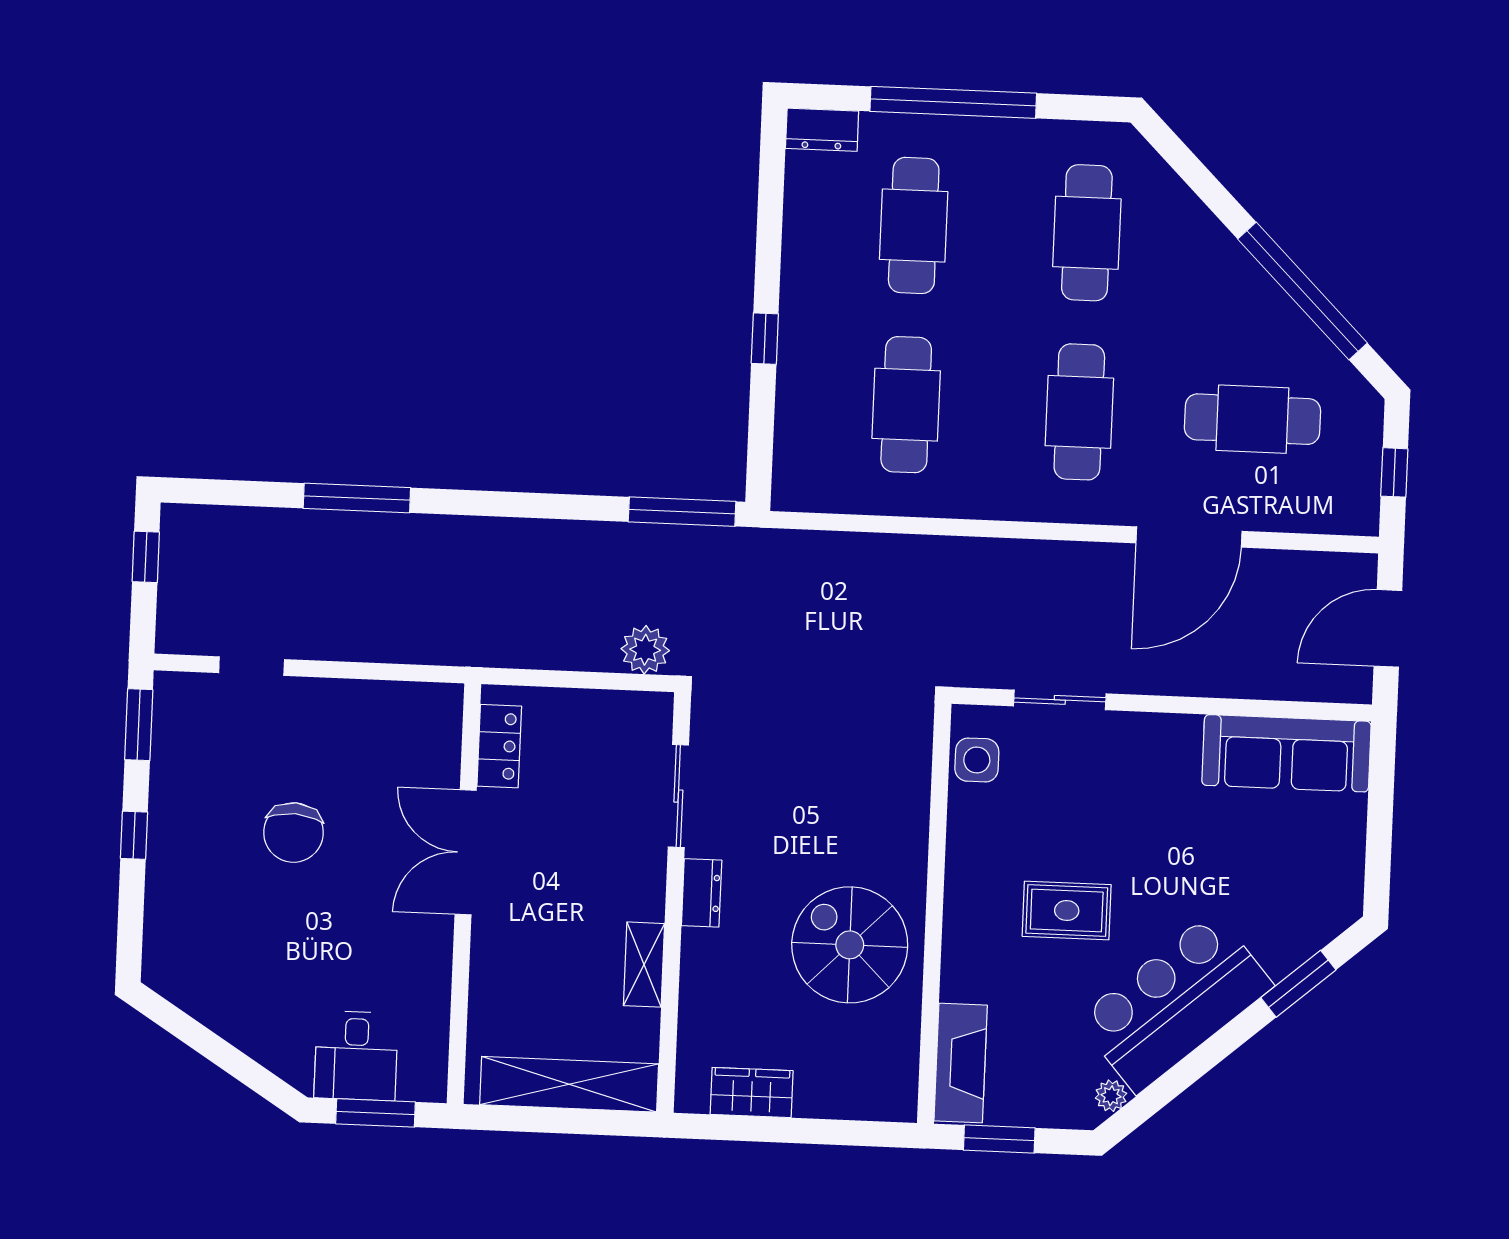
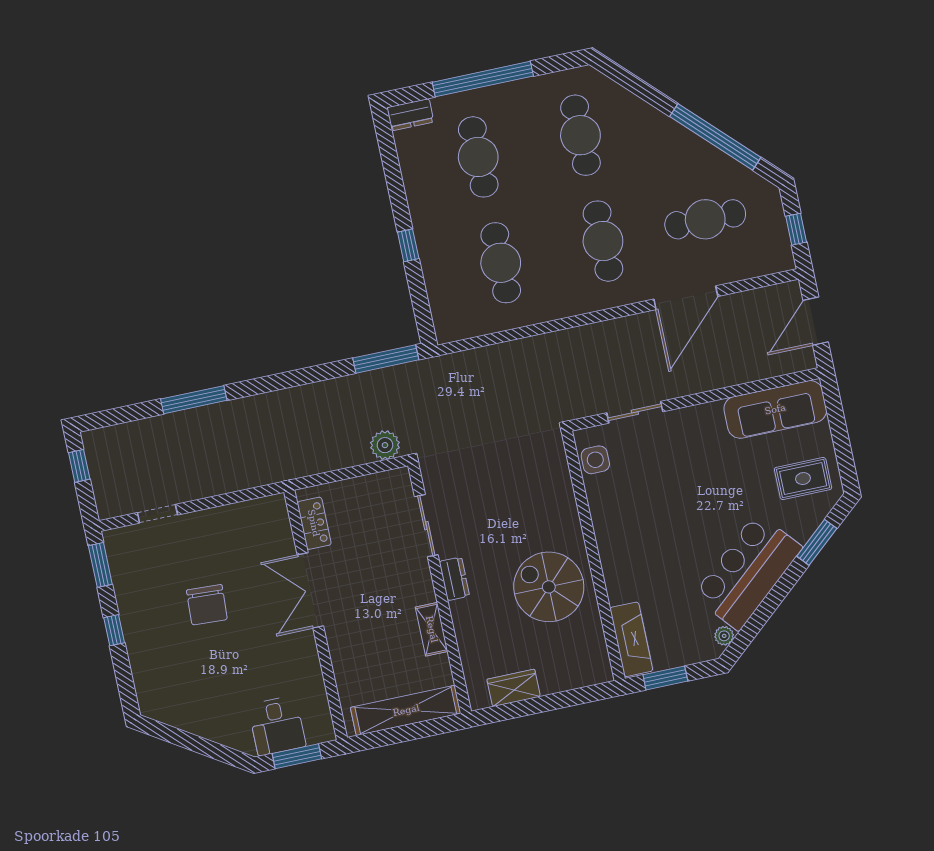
rug: (1067, 911) -> (803, 479), moved

